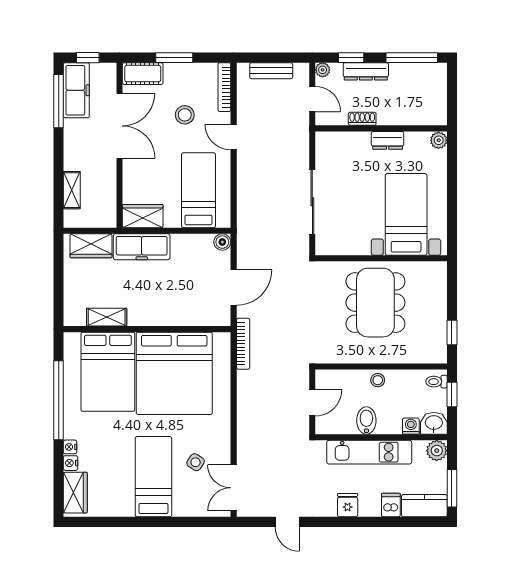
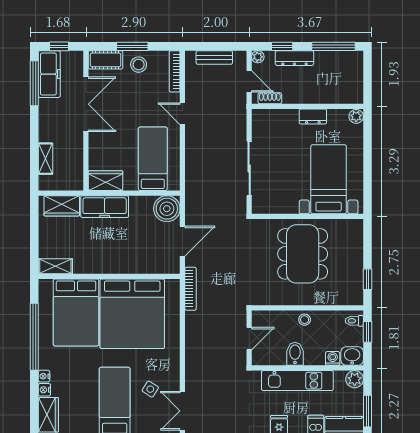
stool: (185, 115) -> (139, 65), moved
shoe rack: (362, 119) -> (270, 98), moved
boiler: (222, 242) -> (167, 209), width x1.86, depth x1.86
shelving: (107, 317) -> (55, 266), moved

